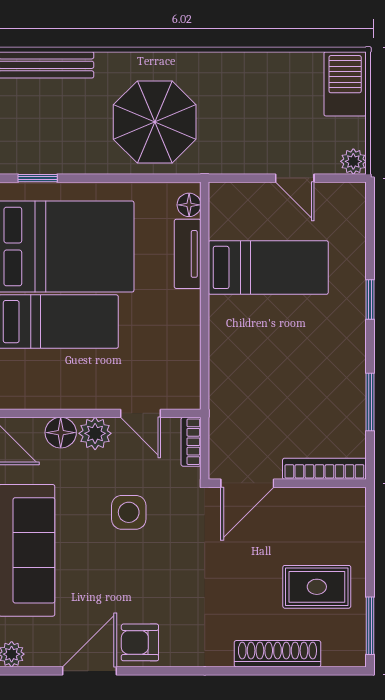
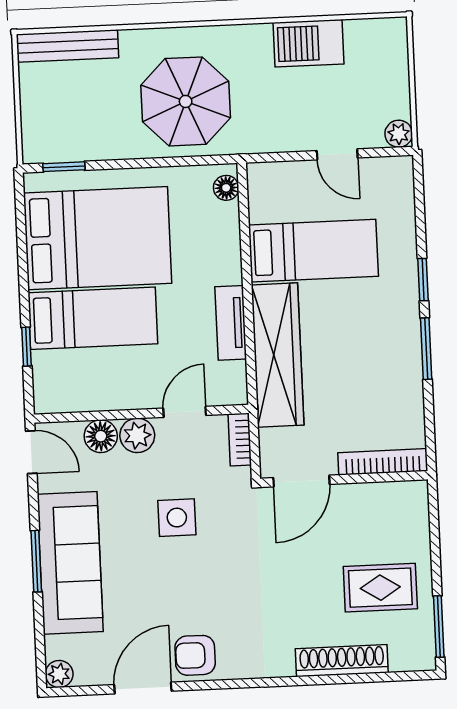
barbecue: (345, 84) -> (309, 43), moved, turned -90
tv unit: (188, 254) -> (231, 323), moved
wardrobe: (230, 364) -> (278, 355), added
window: (370, 402) -> (426, 349), moved
door: (141, 413) -> (185, 412), swing flipped

